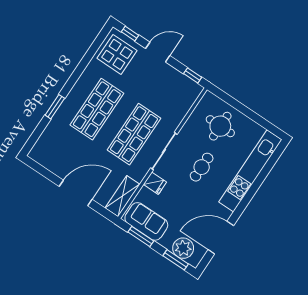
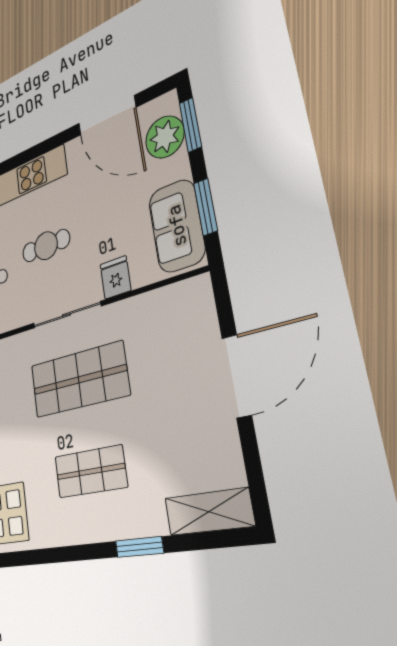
shop shelf: (97, 109) -> (90, 472), width x0.70, depth x0.74
door: (76, 193) -> (237, 376), swing flipped
shelving: (122, 196) -> (209, 512), moved

